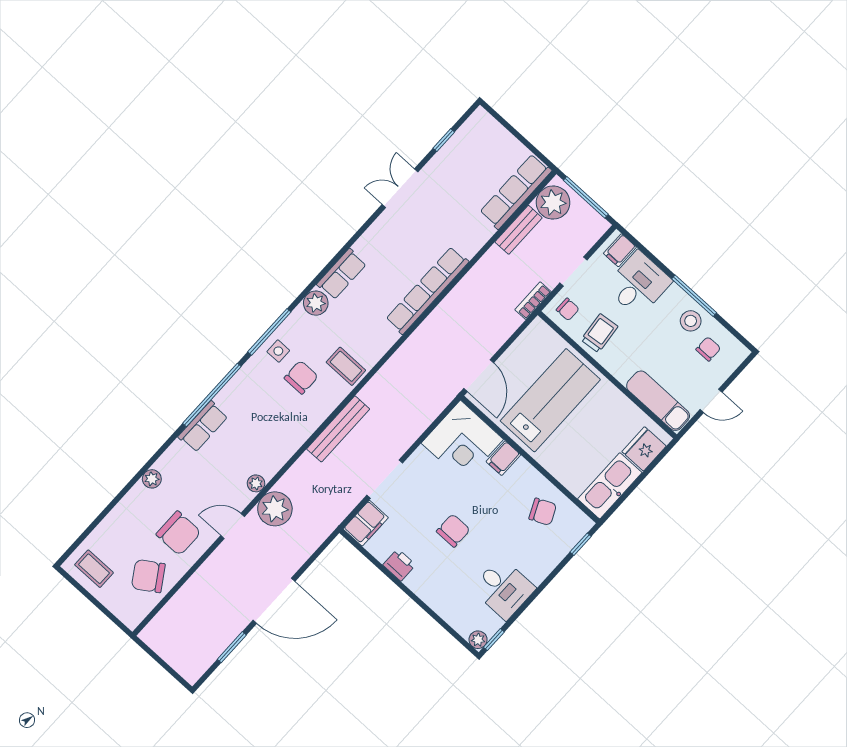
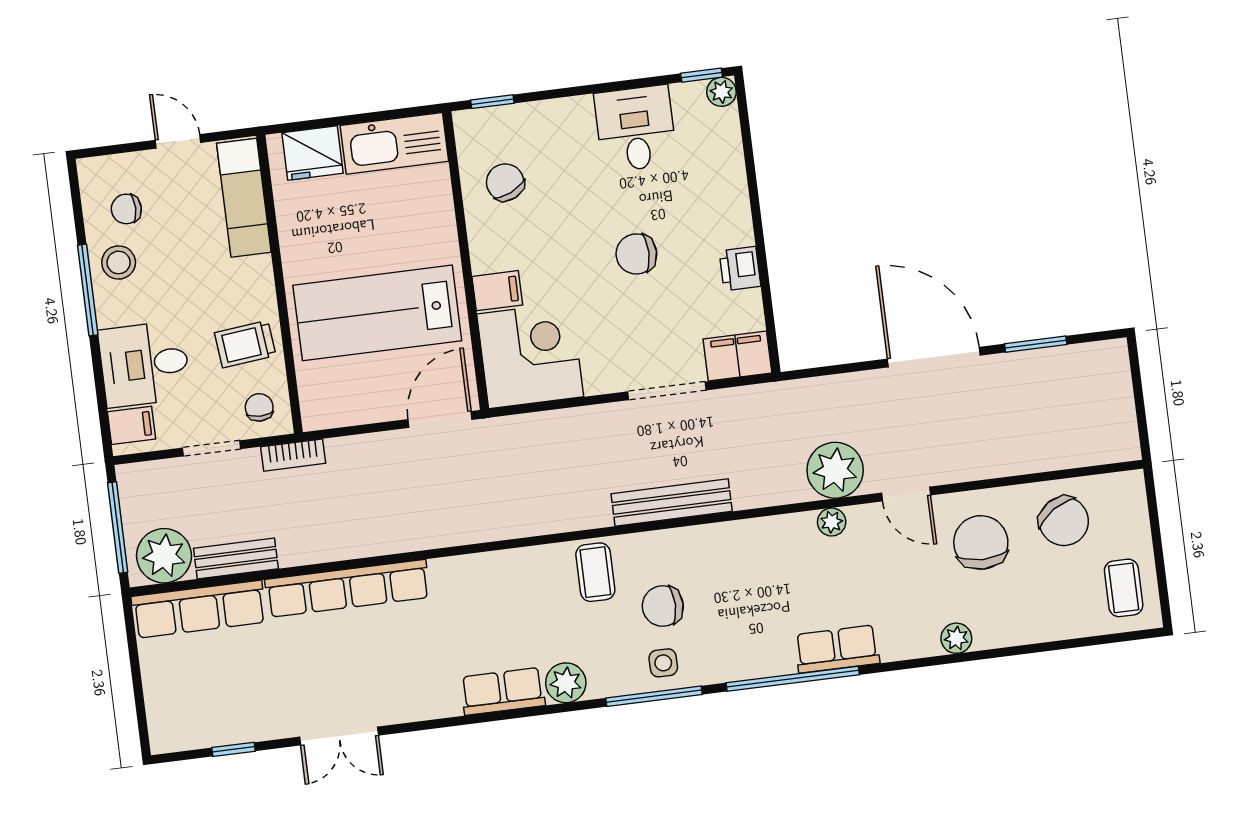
row of seats: (427, 290) -> (347, 588), moved

